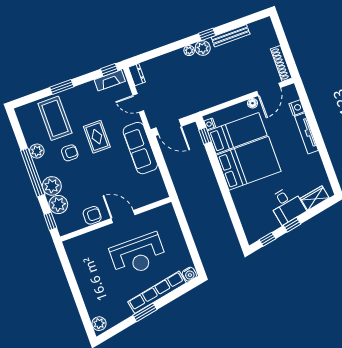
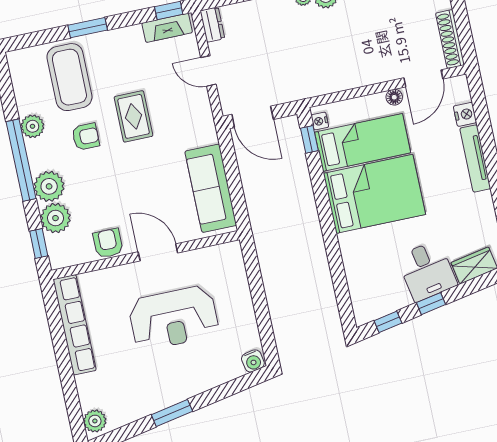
sofa: (140, 148) -> (211, 188), moved
armchair: (92, 215) -> (108, 243), turned -90
row of seats: (157, 292) -> (75, 325), moved, turned 101

